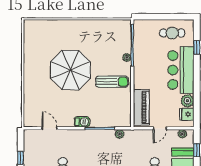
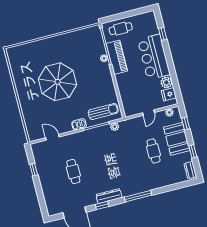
cafe table: (172, 33) -> (121, 29), moved
sun lounger: (112, 82) -> (103, 112), moved
piano: (141, 107) -> (117, 57), moved

